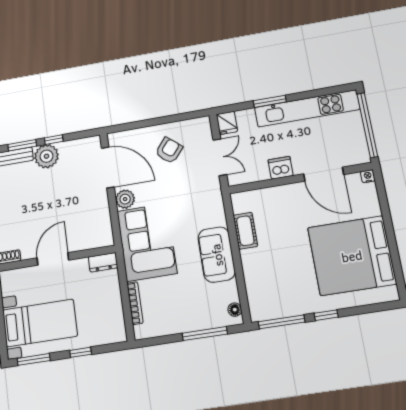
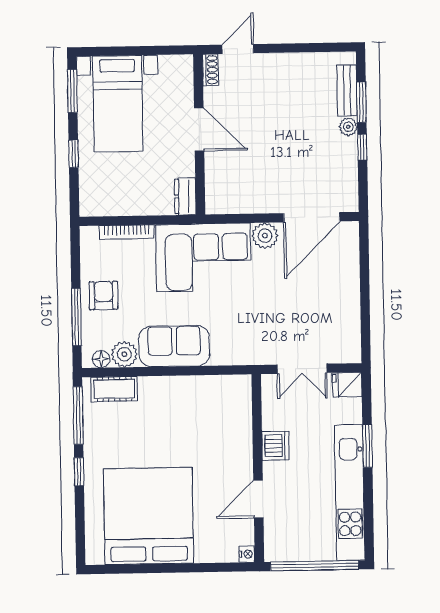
armchair: (169, 150) -> (103, 295), moved, turned -130
plant: (47, 156) -> (348, 127), width x0.53, depth x0.53
door: (324, 174) -> (258, 499), width x0.73
cot: (245, 231) -> (114, 389), moved
plant: (228, 292) -> (124, 354), added

